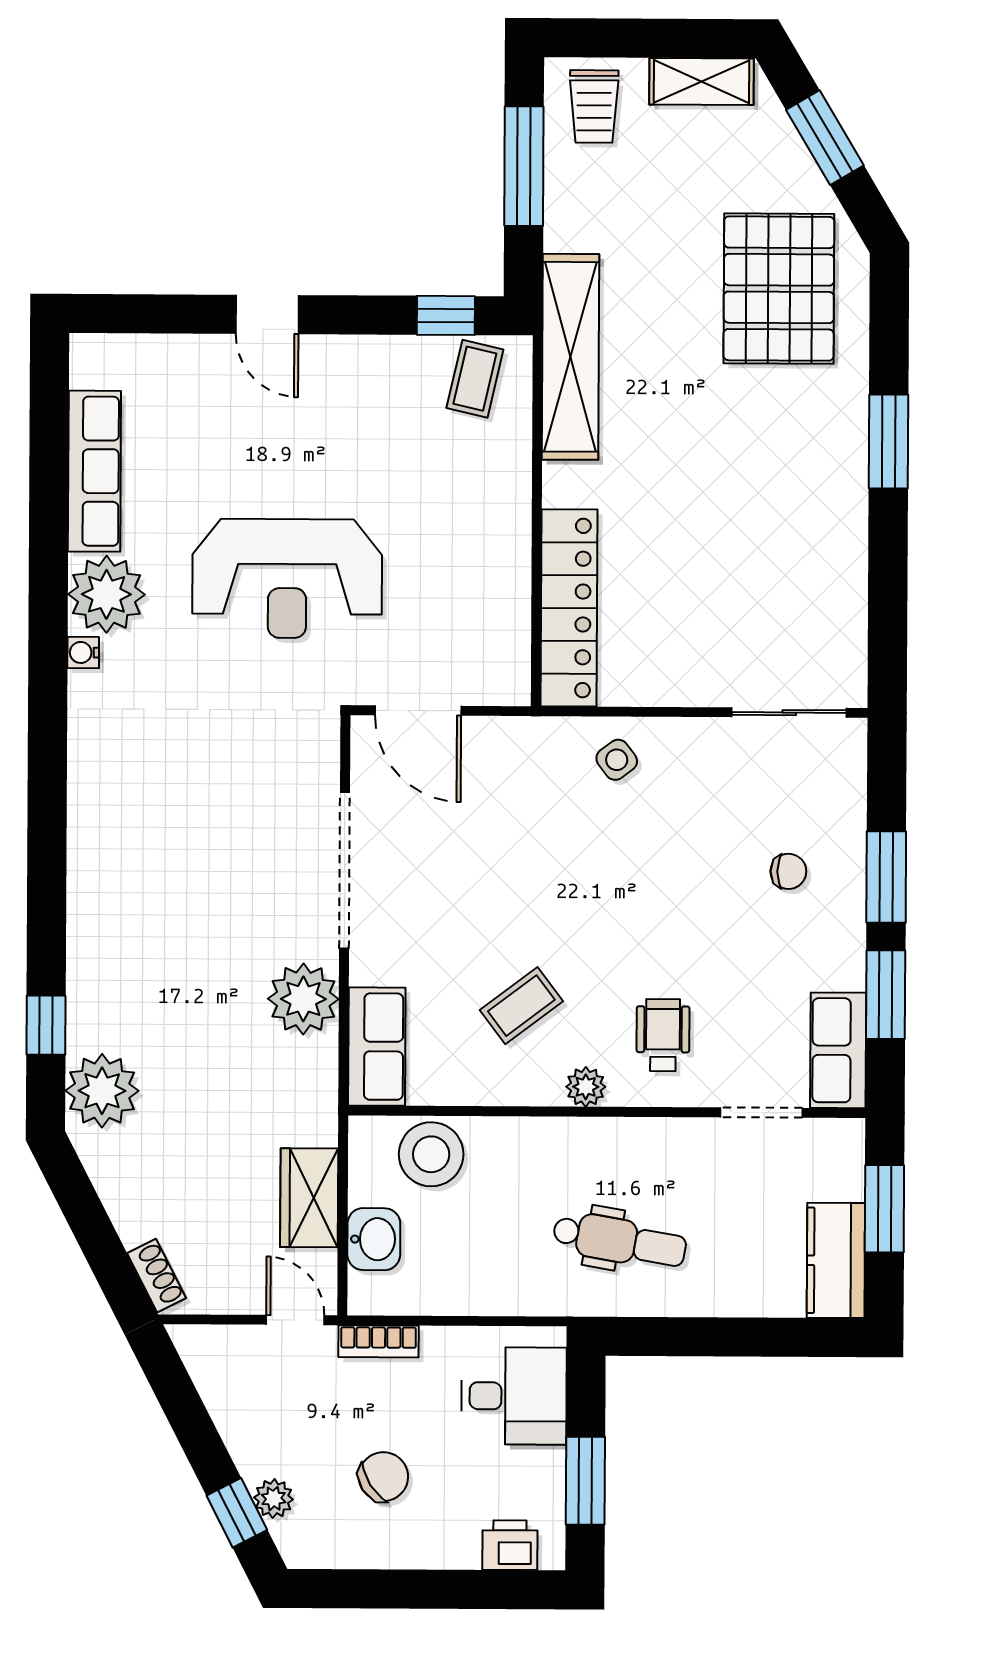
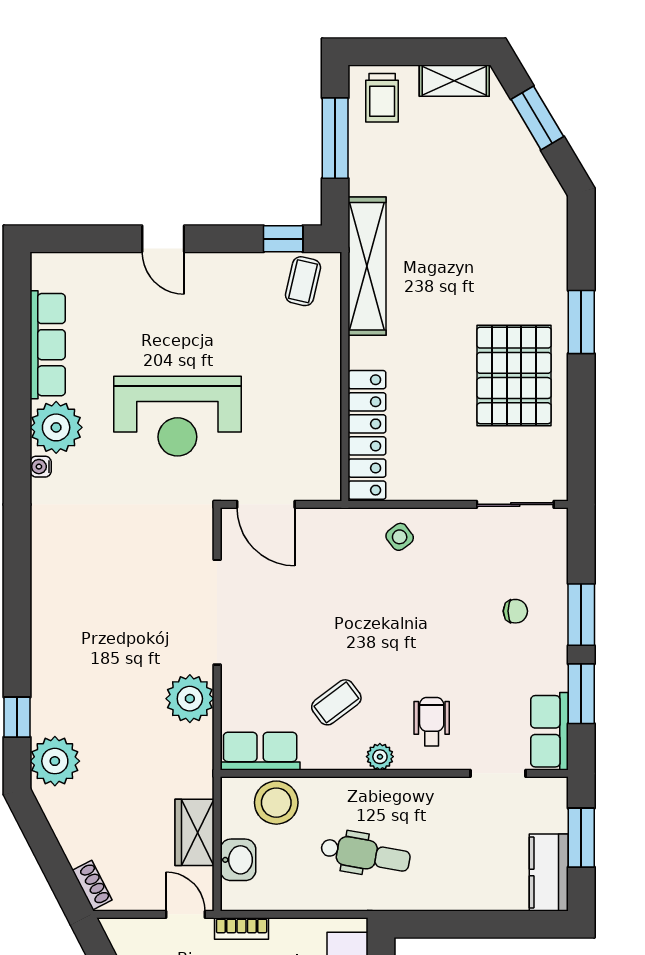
pallet: (779, 289) -> (514, 375), moved
row of seats: (377, 1047) -> (260, 751), moved, turned -90
dental chair: (620, 1241) -> (365, 854), moved

